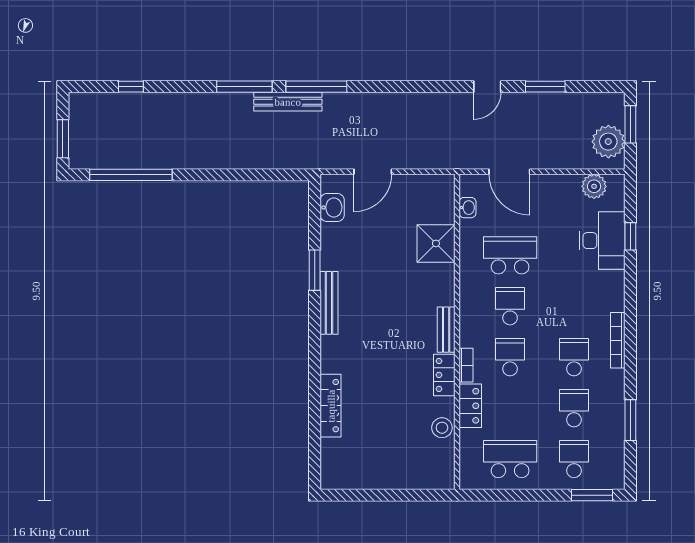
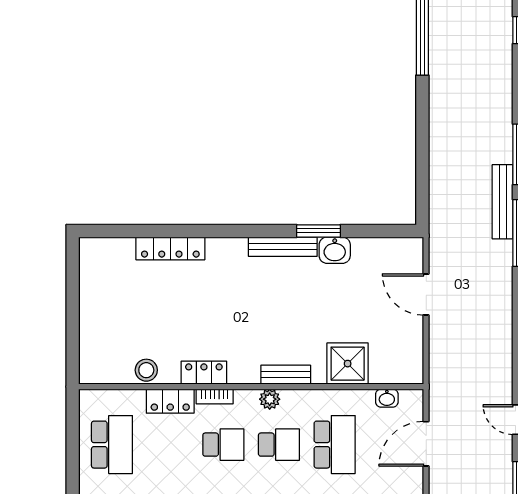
washbasin: (332, 208) -> (335, 250), moved
plant: (469, 315) -> (270, 399), added
bench: (446, 330) -> (286, 375), moved

